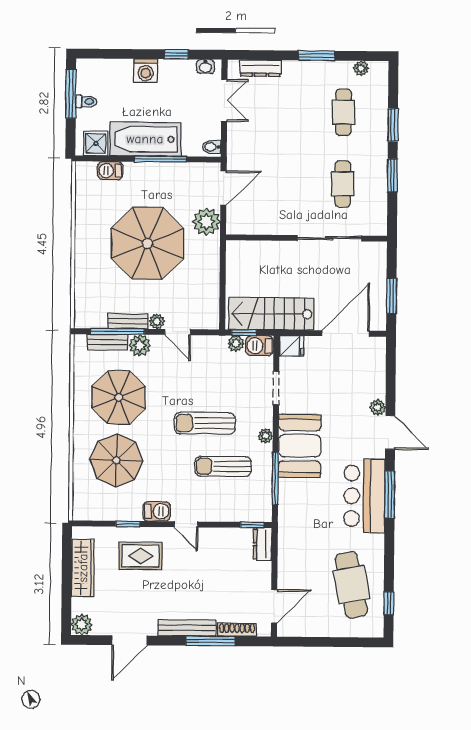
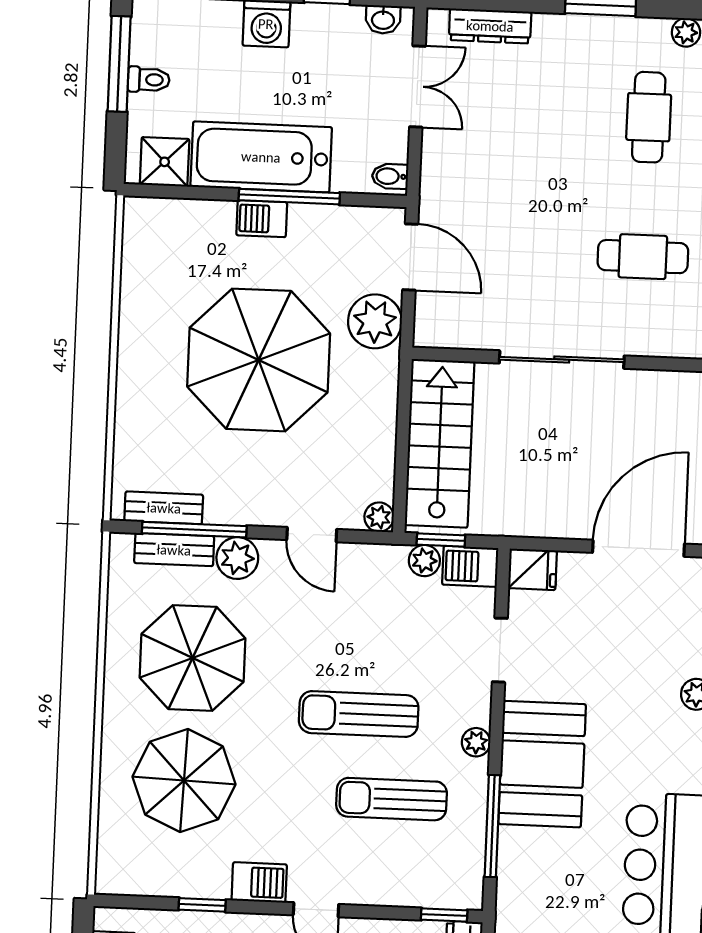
barbecue: (110, 171) -> (262, 219), moved
cafe table: (343, 184) -> (643, 257), turned 90
door: (223, 188) -> (410, 257), hinge flipped
sliding door: (329, 238) -> (562, 359), moved
stairs: (271, 314) -> (440, 443), moved, turned 90
bench: (128, 321) -> (164, 508), moved
plant: (157, 321) -> (379, 517), moved

